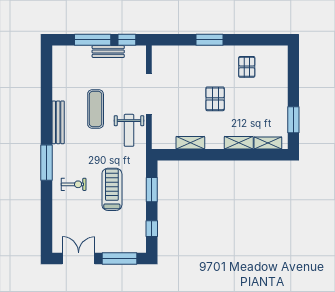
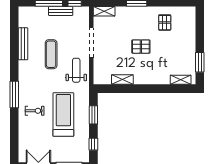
pallet: (215, 99) -> (141, 47), turned 90
bench: (58, 122) -> (23, 44), moved
weight bench: (129, 130) -> (76, 70), turned 180
shelving: (239, 143) -> (104, 11), moved
treadmill: (112, 189) -> (63, 115), width x1.37, depth x1.38

